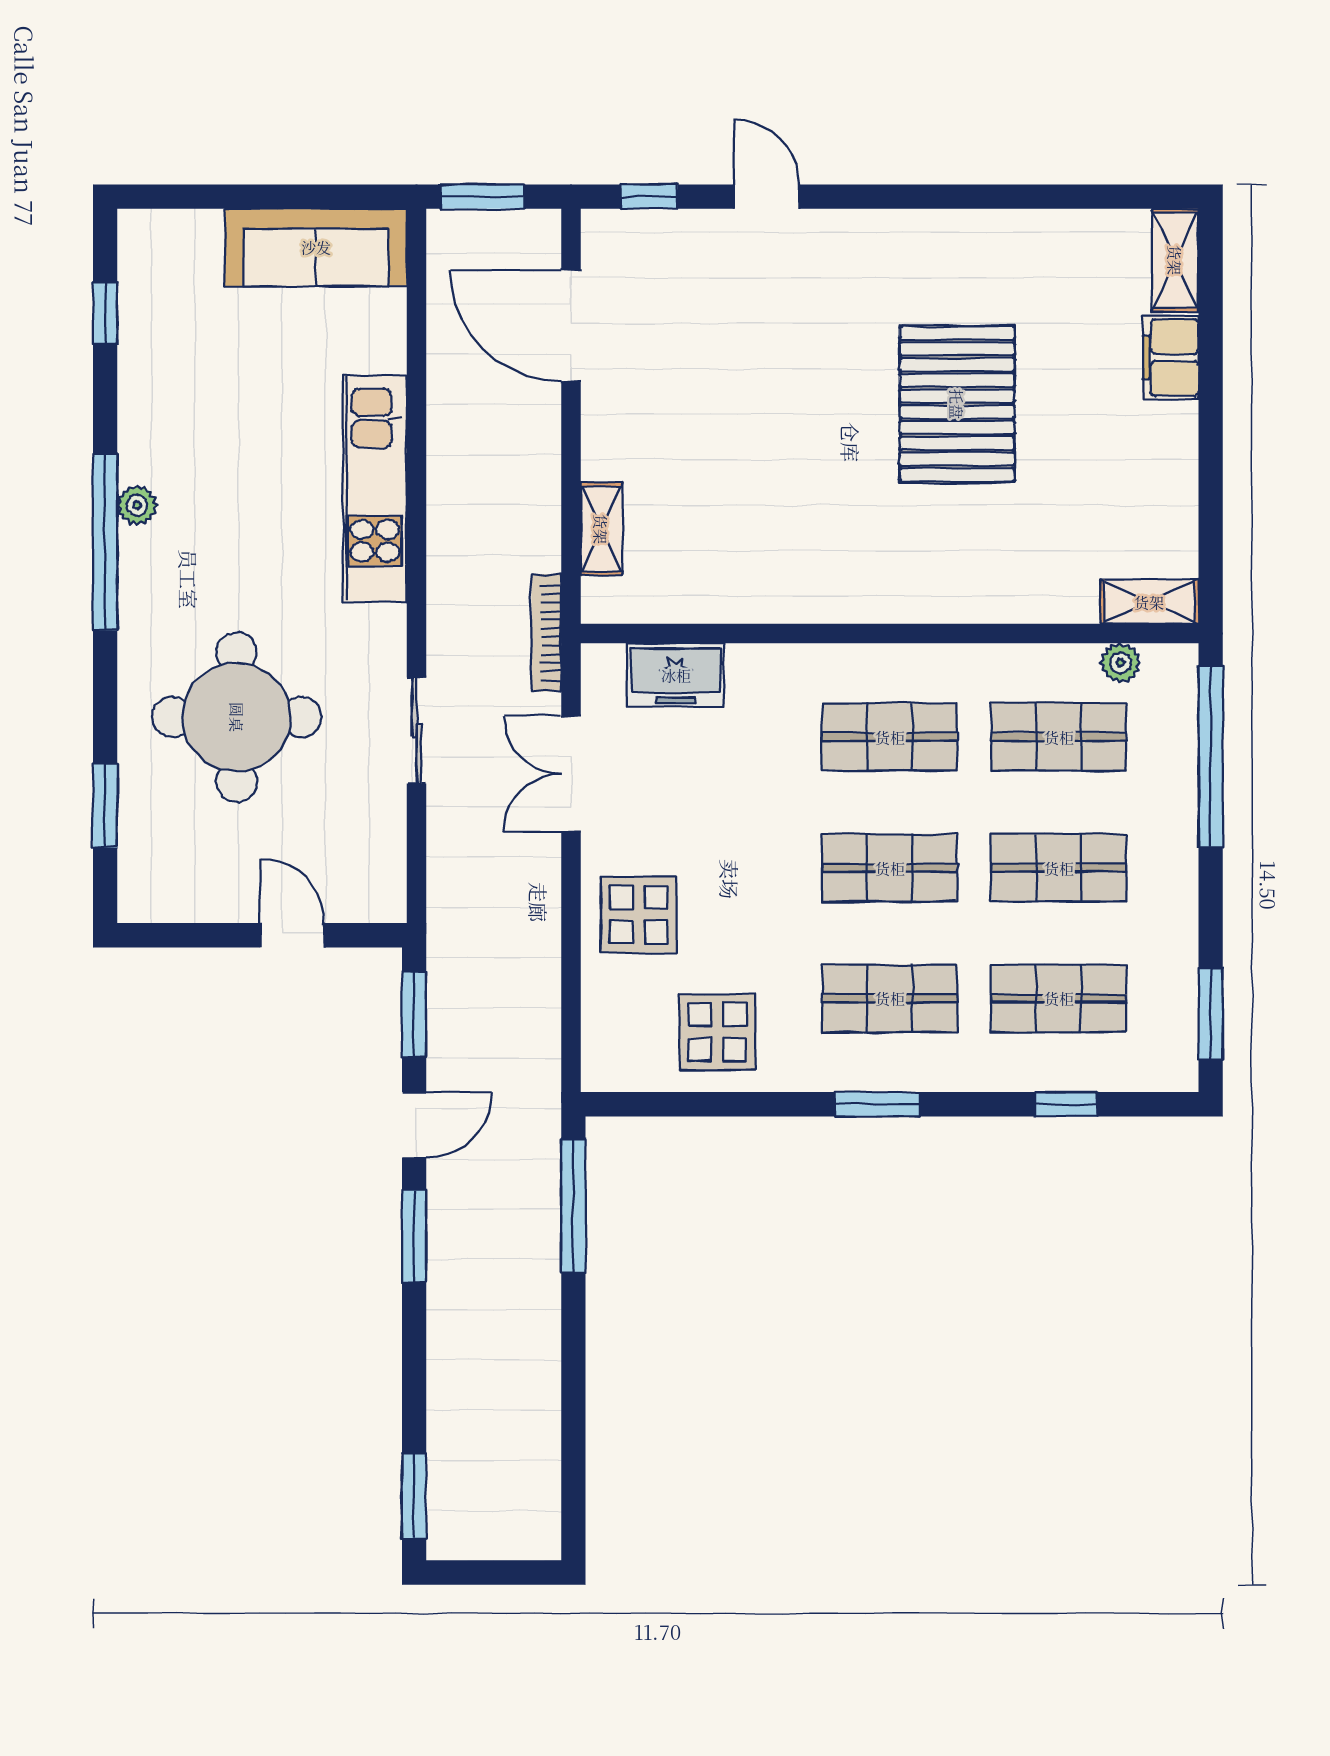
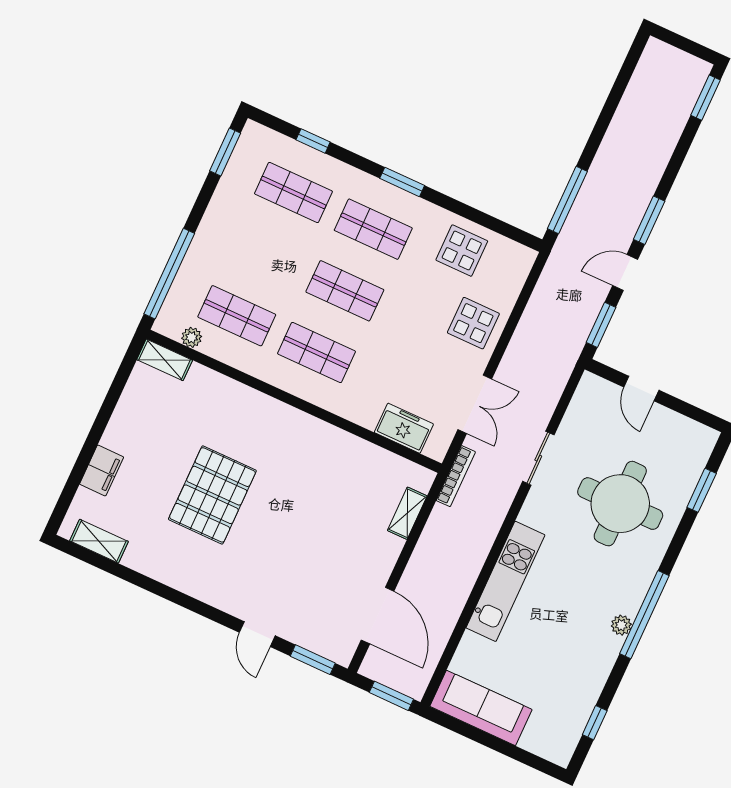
window: (649, 197) -> (313, 660), width x1.50
shelving: (1175, 260) -> (99, 541), moved, turned 90
shop shelf: (1059, 868) -> (265, 254), removed

